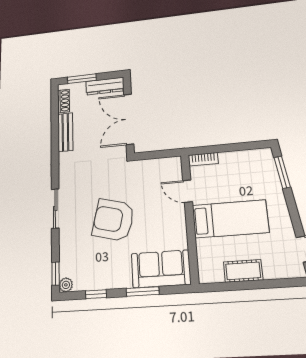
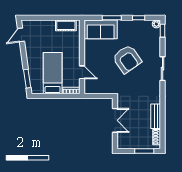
dresser: (105, 86) -> (129, 144), removed
double door: (129, 119) -> (115, 120), width x0.73
bed: (230, 219) -> (53, 73), moved, turned 90
armchair: (113, 220) -> (127, 59), turned 41
cot: (243, 271) -> (66, 25), moved

